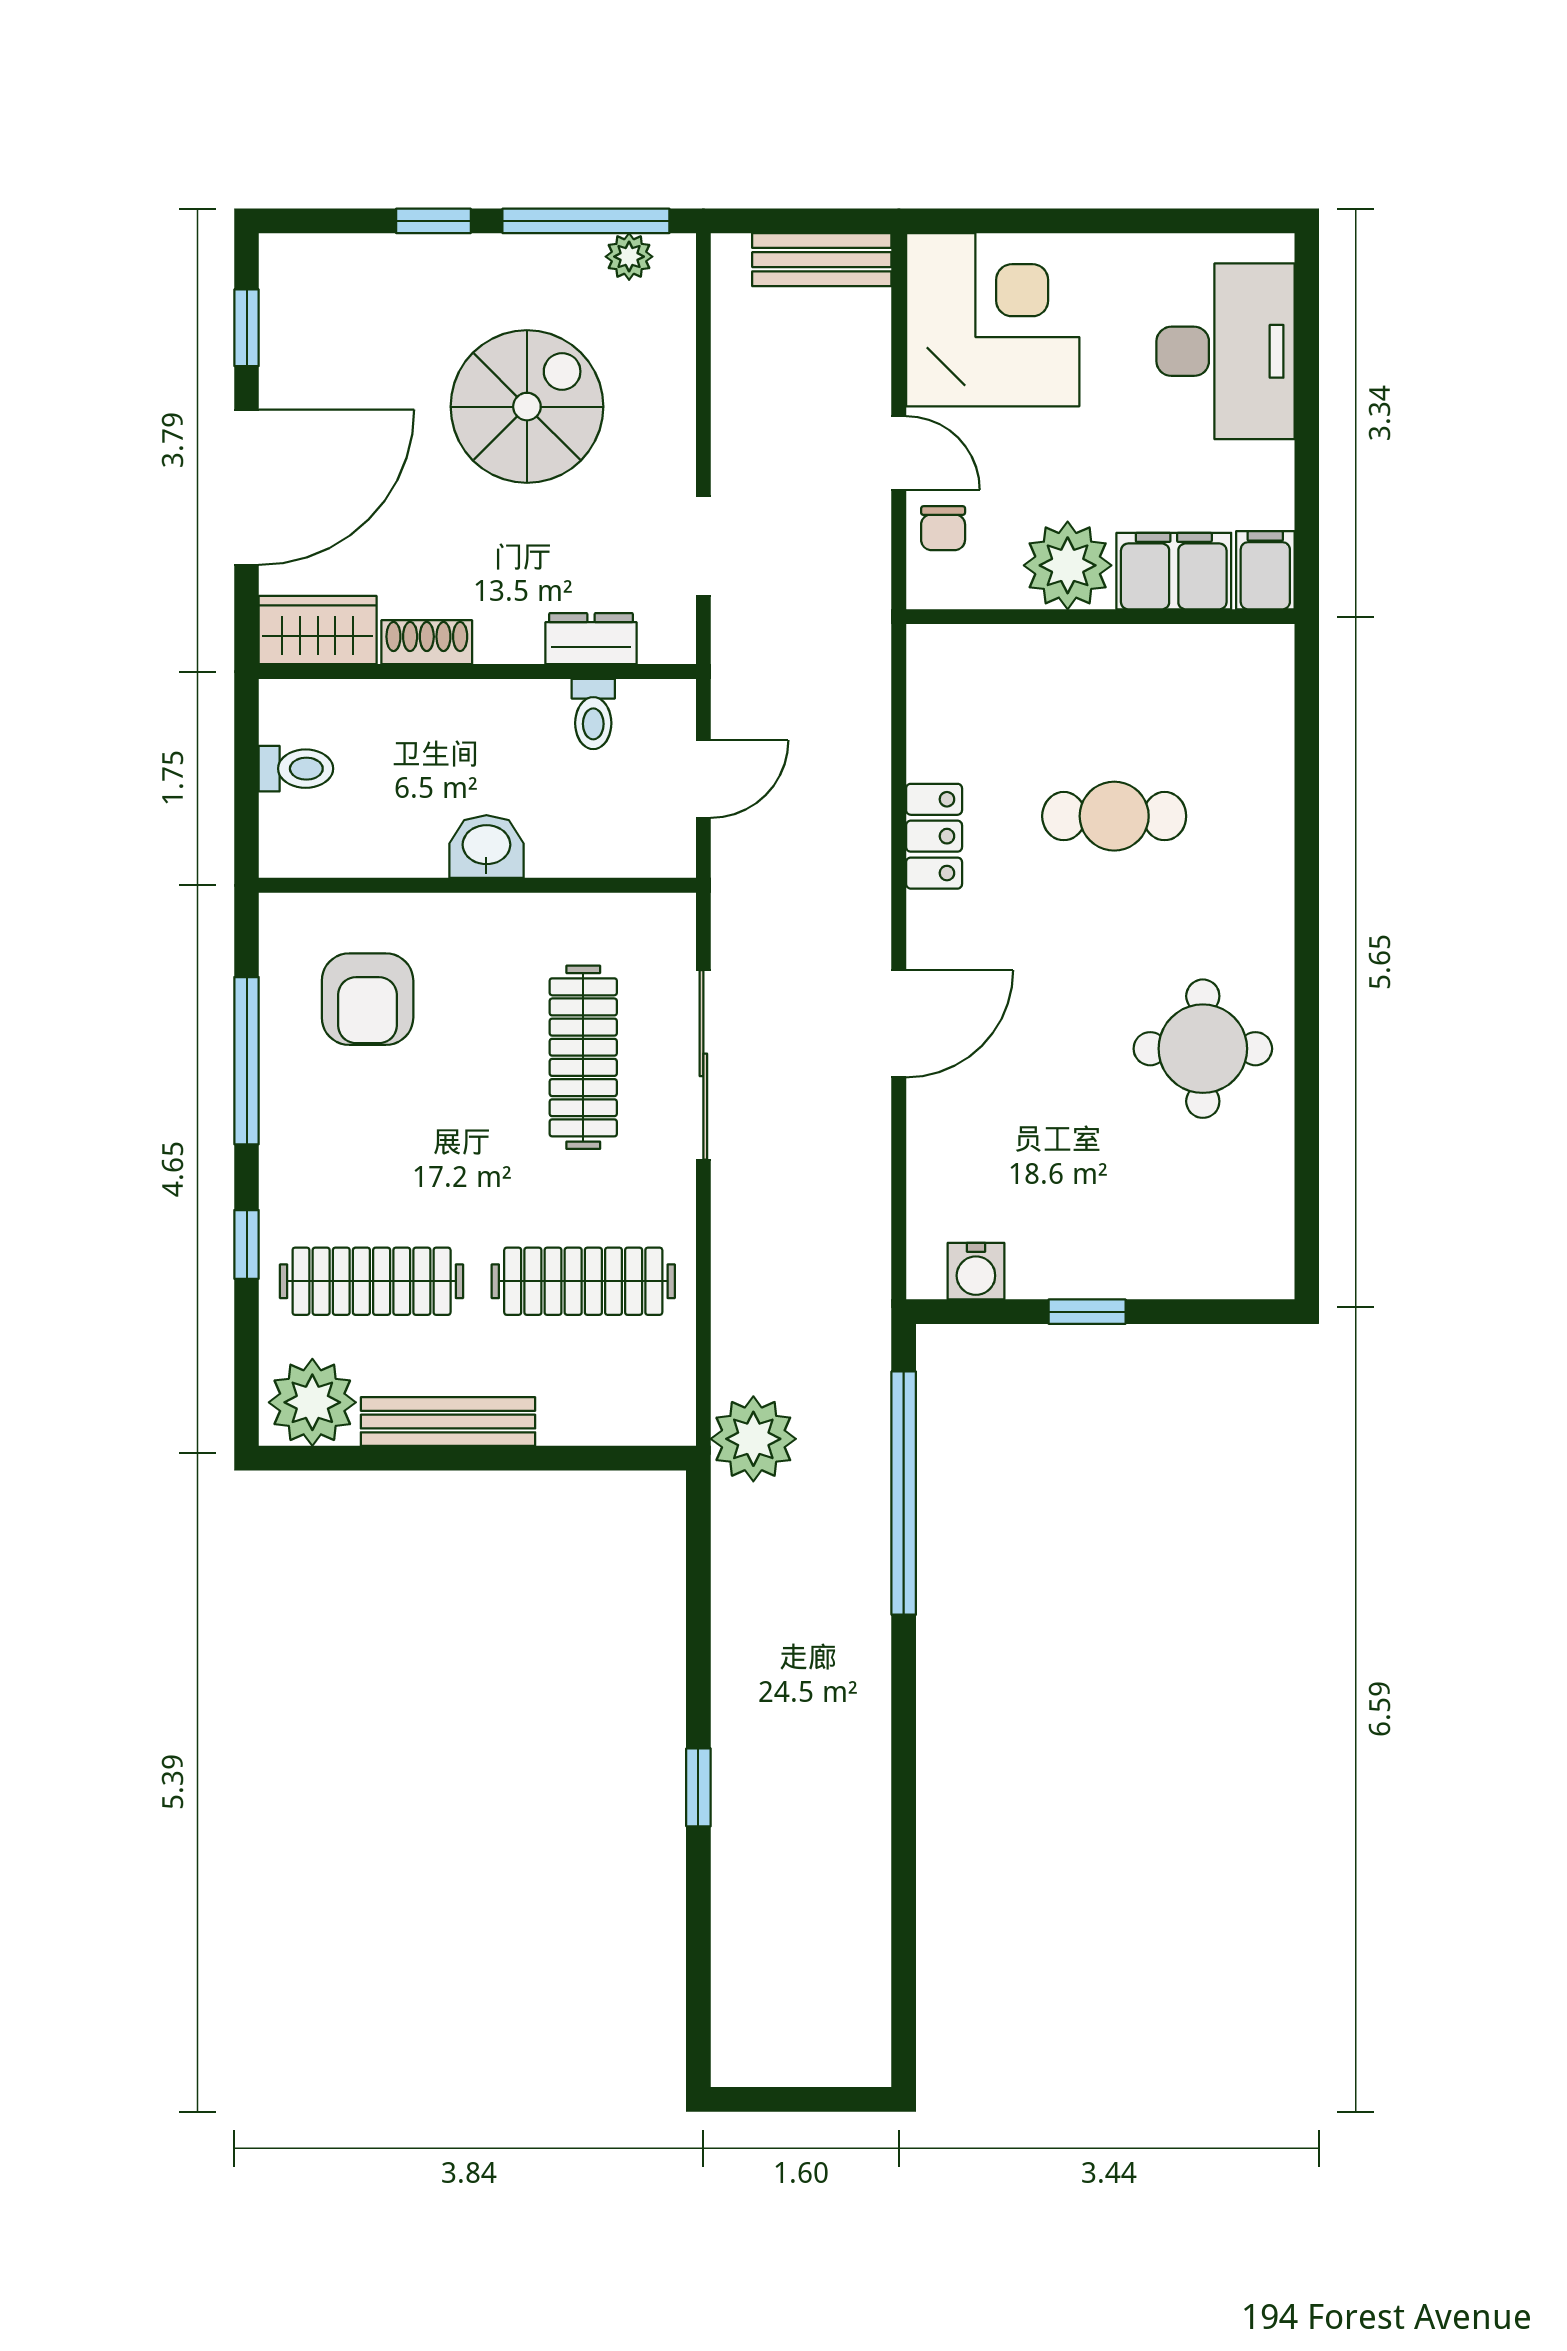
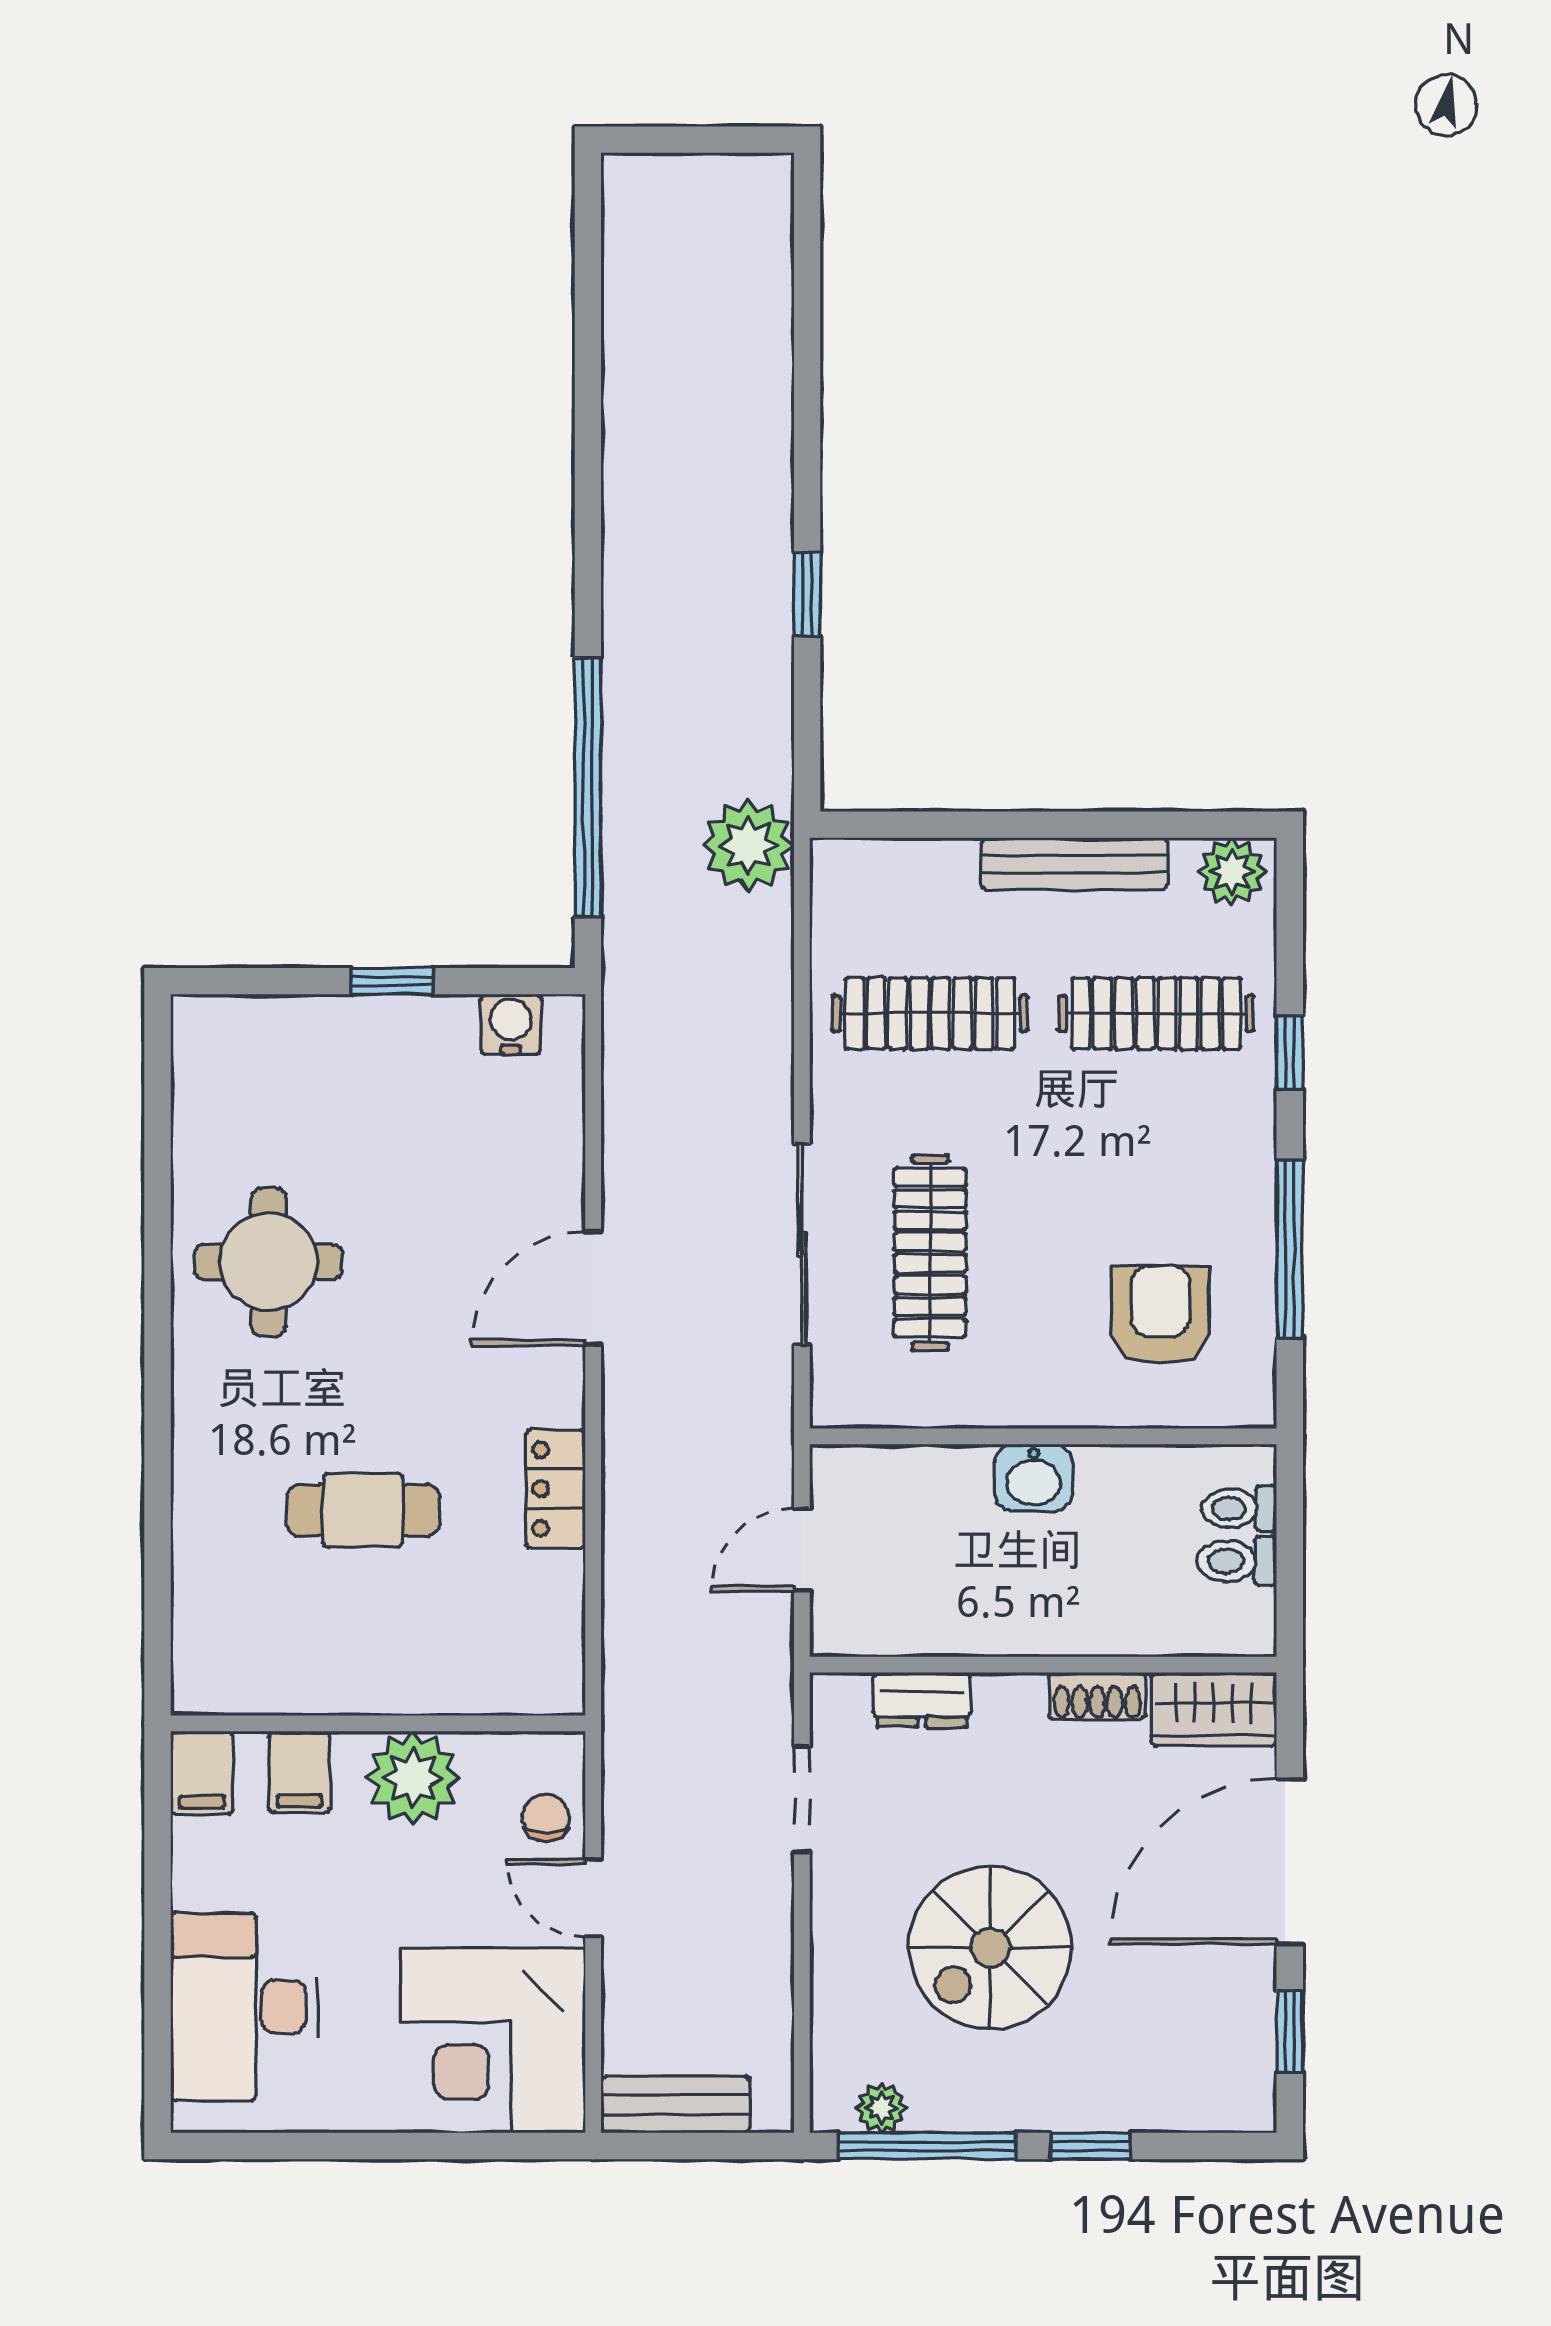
filing cabinet: (1174, 571) -> (299, 1772), width x0.50
toilet: (593, 714) -> (1239, 1508), moved, turned -90
plant: (312, 1402) -> (1232, 872), width x0.73, depth x0.73
window: (698, 1787) -> (807, 594), moved

